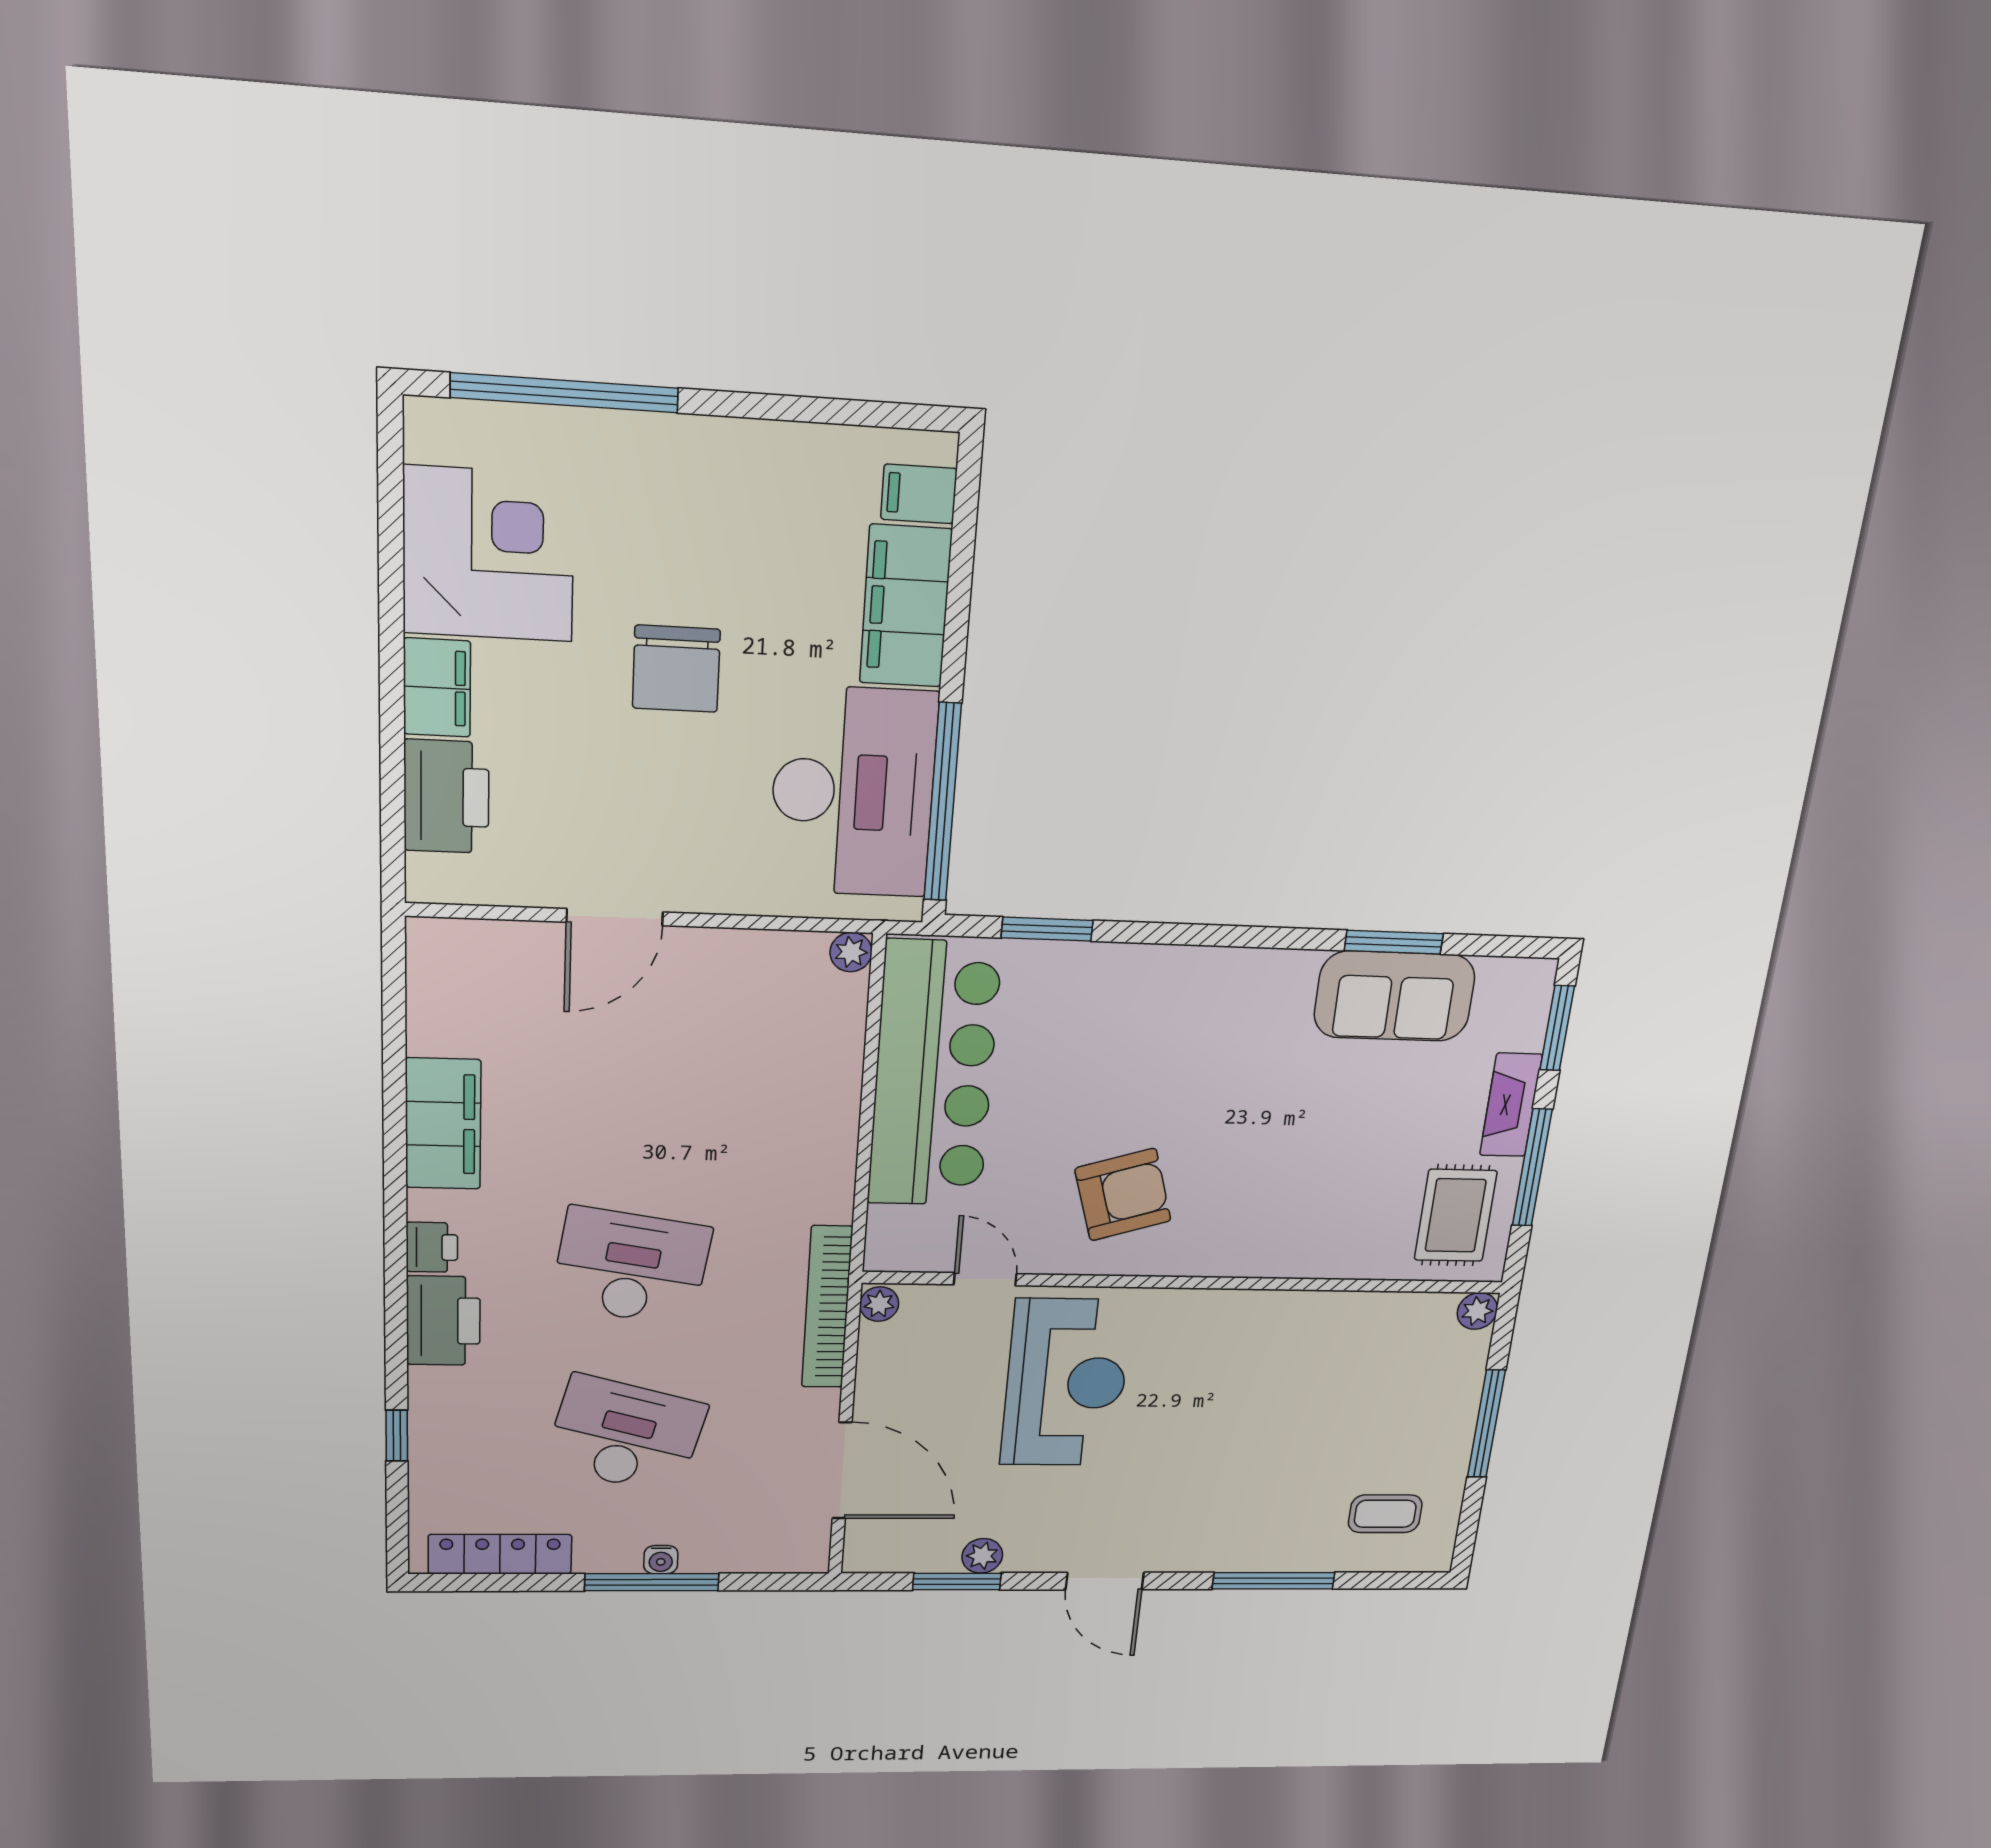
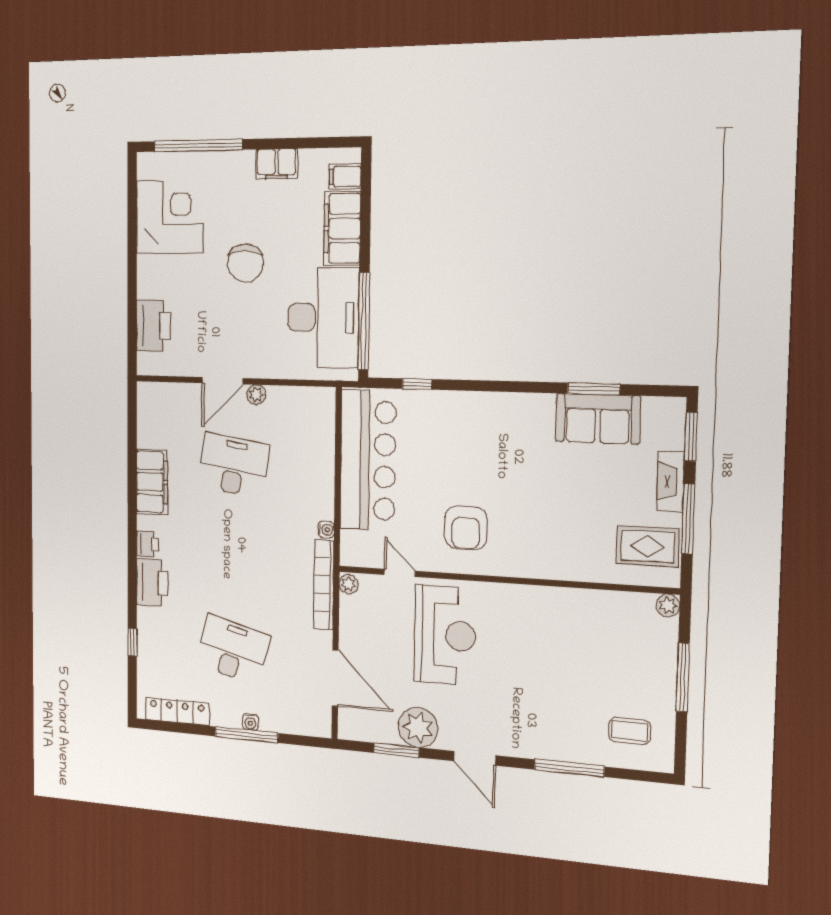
filing cabinet: (437, 688) -> (276, 164), moved, turned 90
window: (1047, 929) -> (417, 384), width x0.67
plant: (851, 952) -> (256, 395), moved
armchair: (1123, 1195) -> (466, 528), turned 107
water cooler: (838, 1207) -> (326, 530), added
rug: (1456, 1215) -> (648, 546), turned 90
desk: (631, 1267) -> (234, 465), moved
plant: (982, 1556) -> (418, 727), width x1.87, depth x1.87

